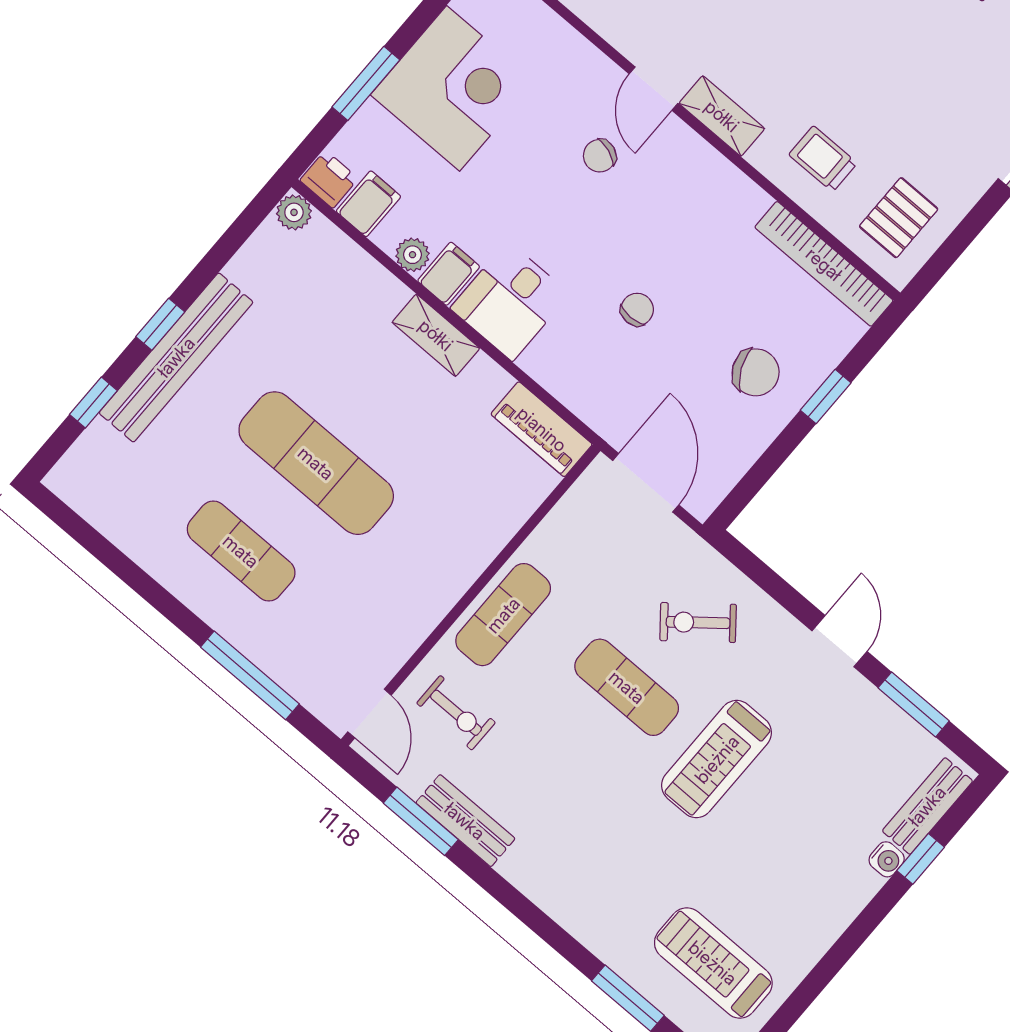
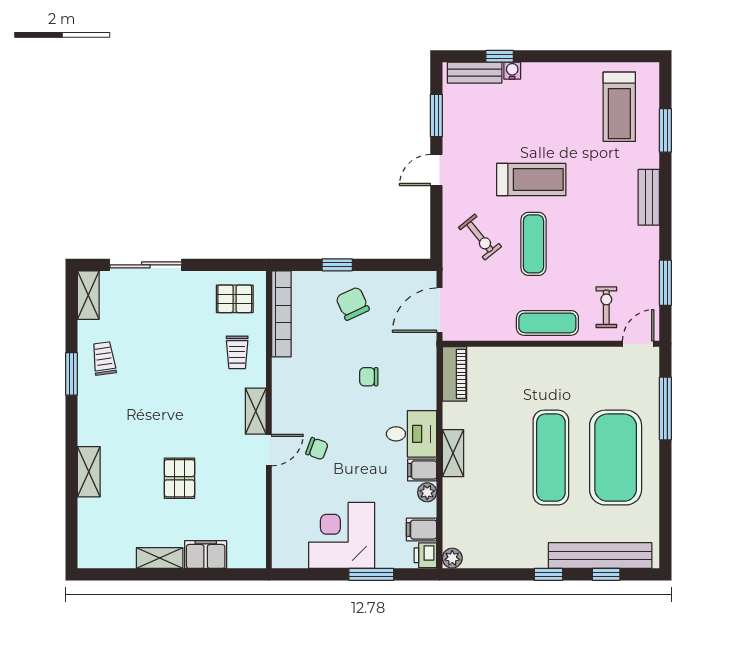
bench: (176, 357) -> (600, 556), moved
exercise mat: (241, 551) -> (616, 458), width x2.00, depth x1.45
bench: (465, 821) -> (649, 197), moved

